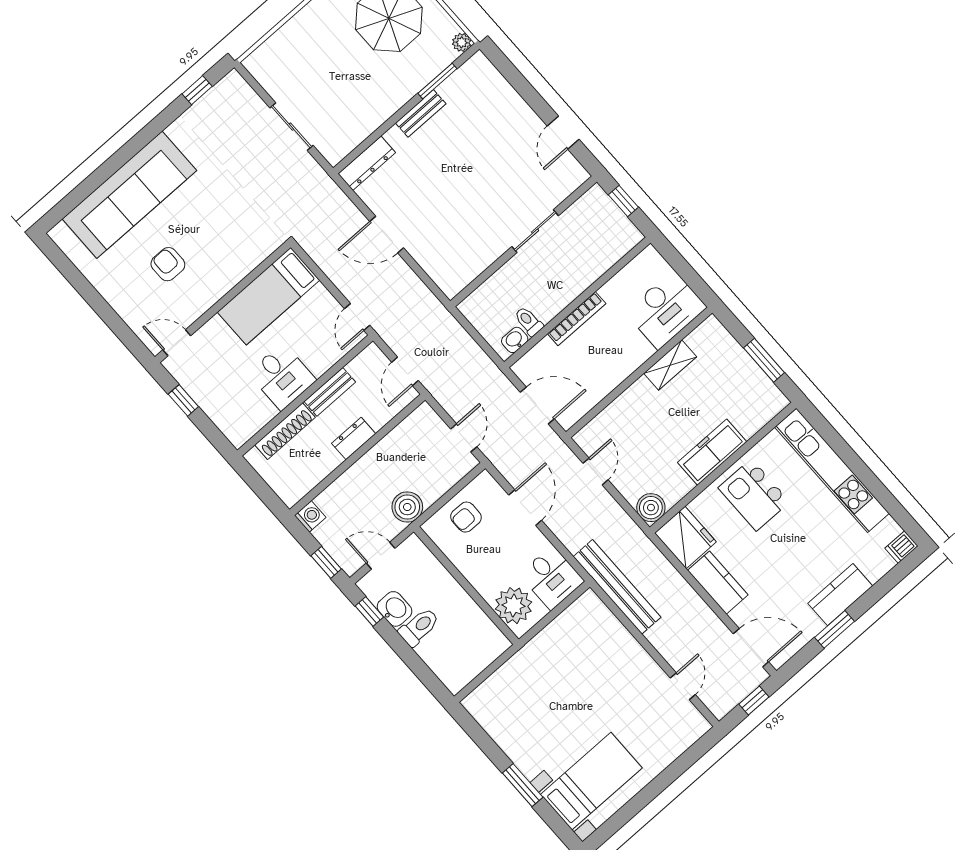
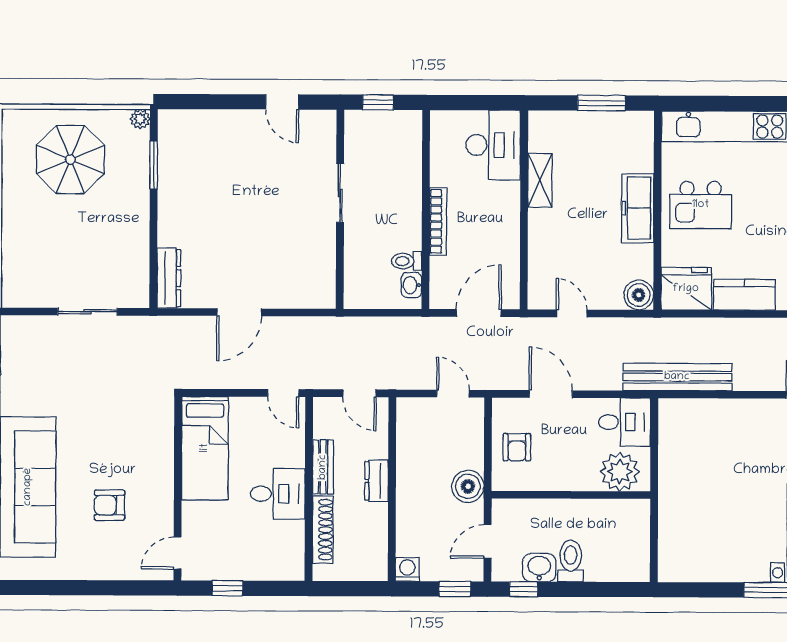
bench: (421, 113) -> (168, 201), removed

